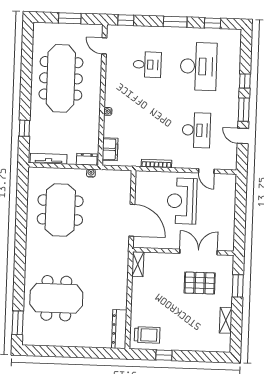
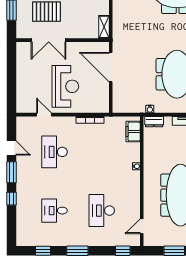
door: (104, 46) -> (142, 226), swing flipped
desk: (147, 65) -> (102, 211), width x1.37
desk: (199, 66) -> (54, 211), width x0.53, depth x0.77

